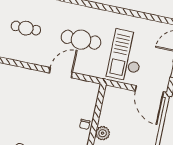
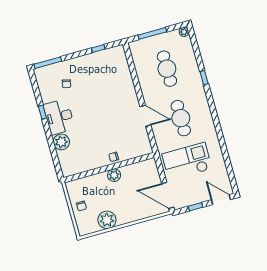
cafe table: (26, 28) -> (167, 69), width x1.37, depth x1.35
door: (149, 91) -> (168, 195), hinge flipped

